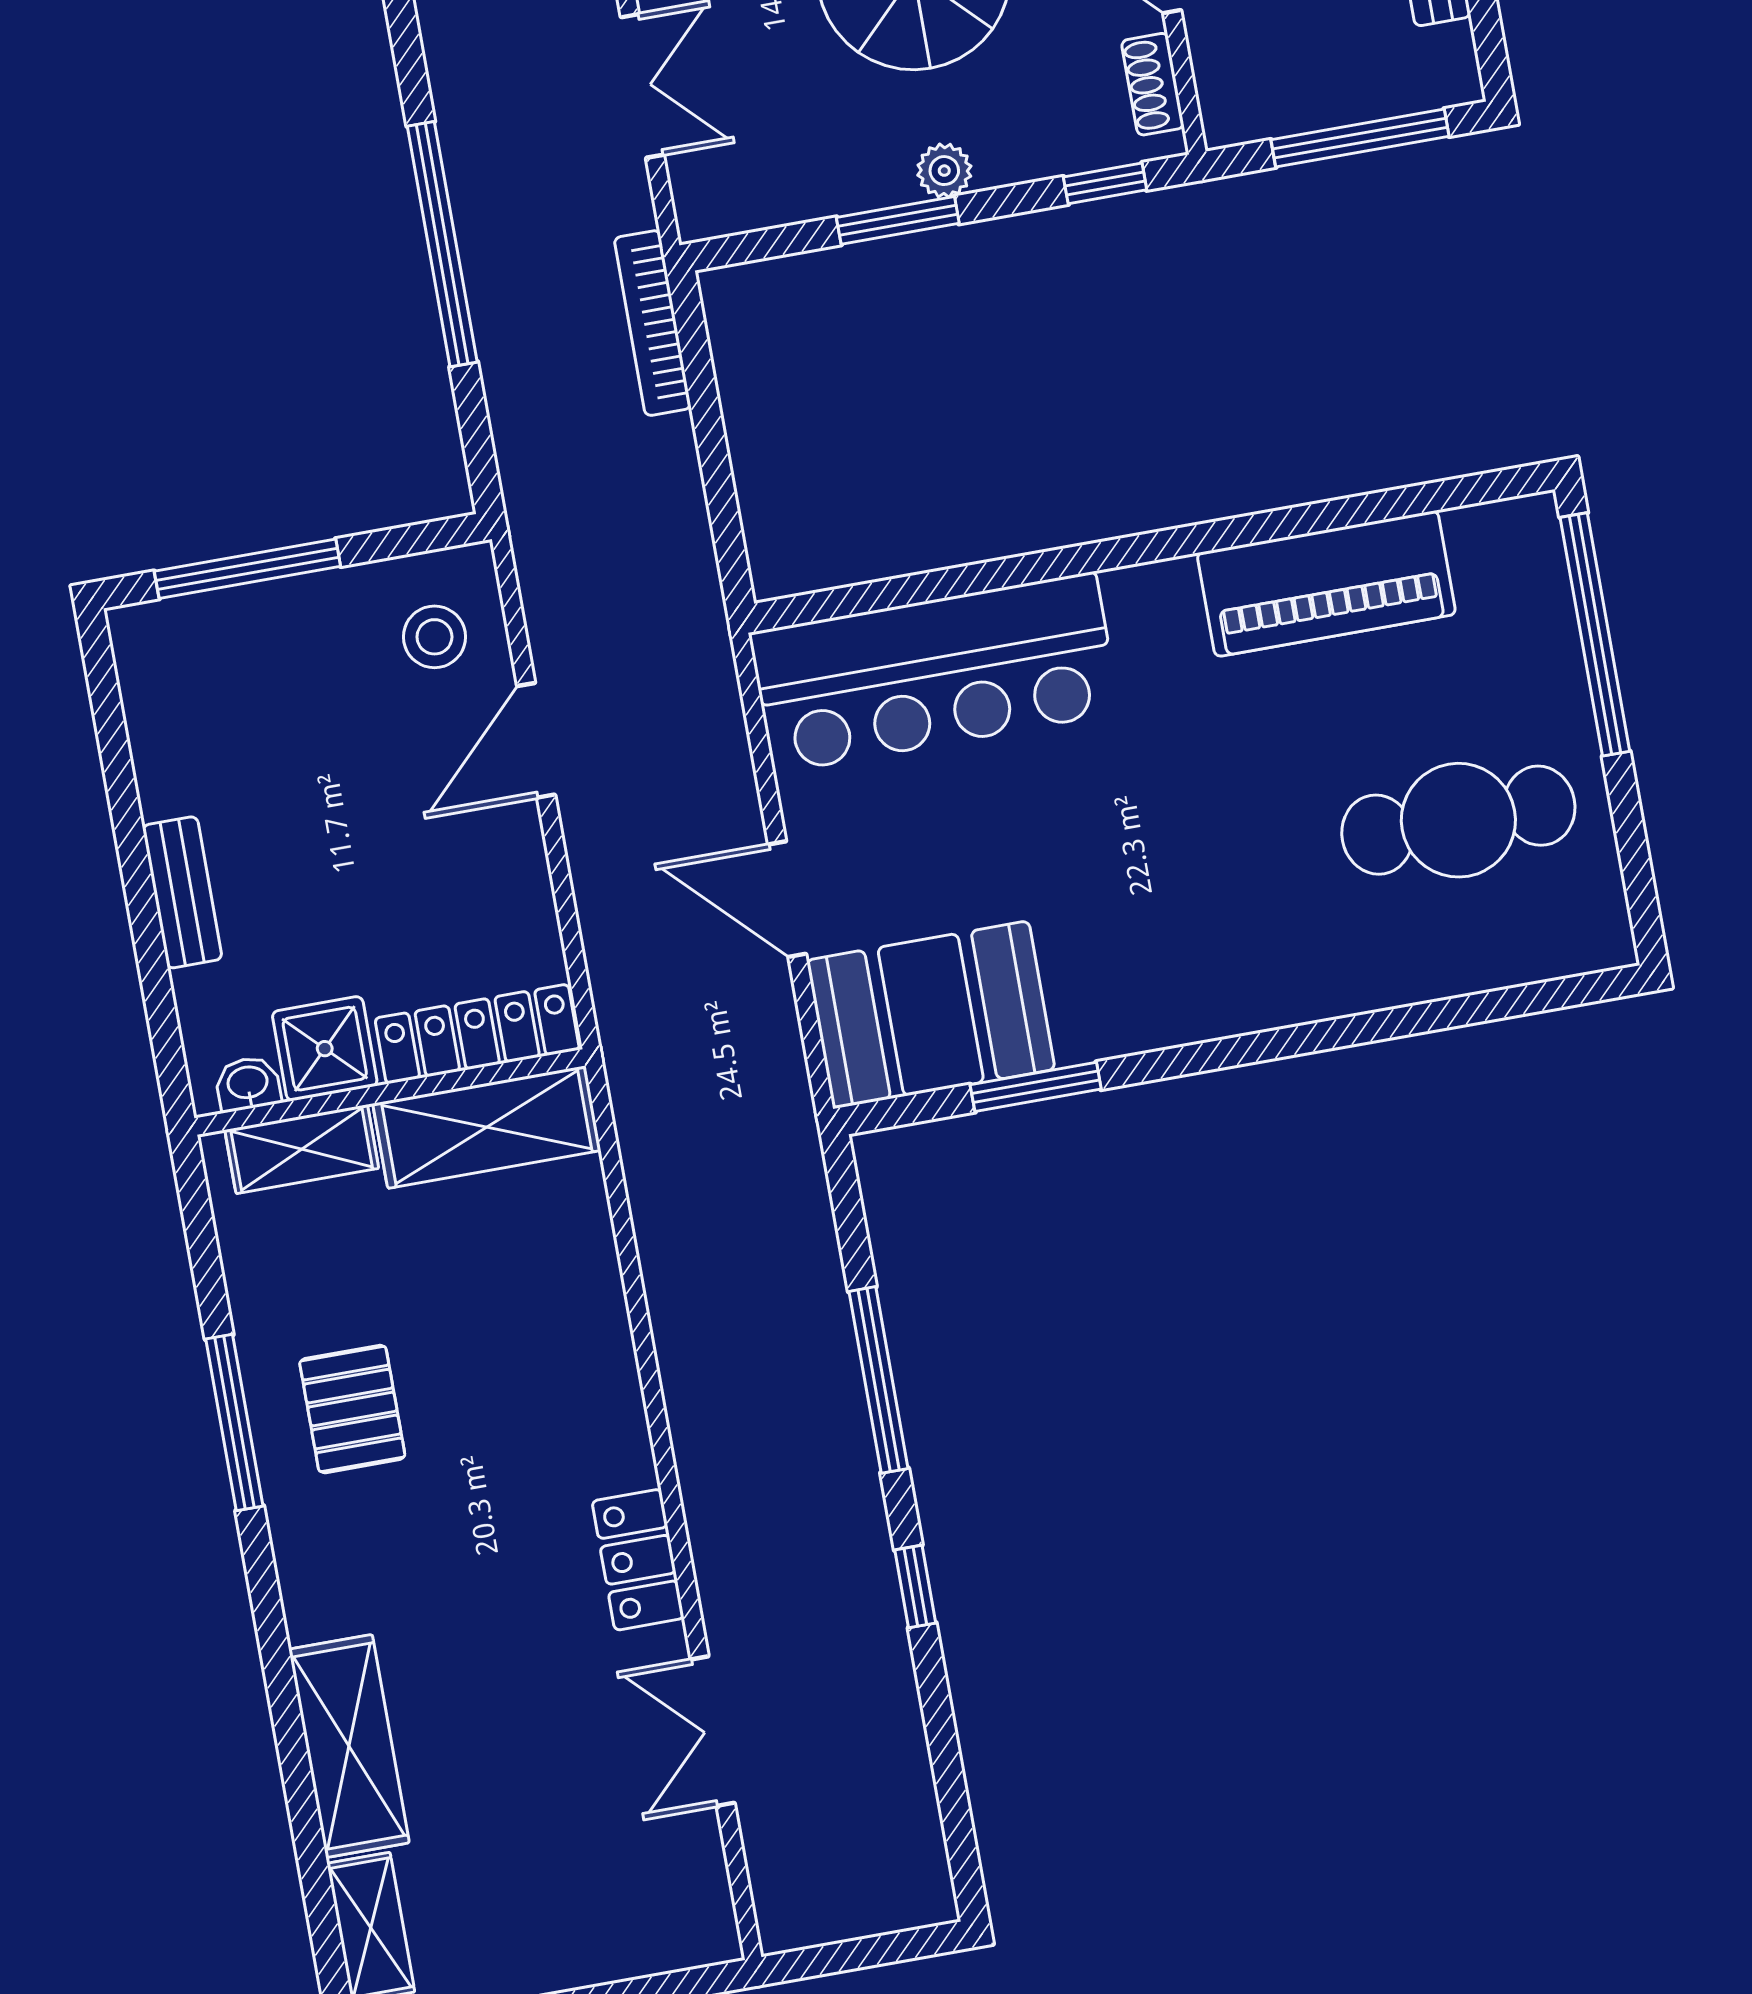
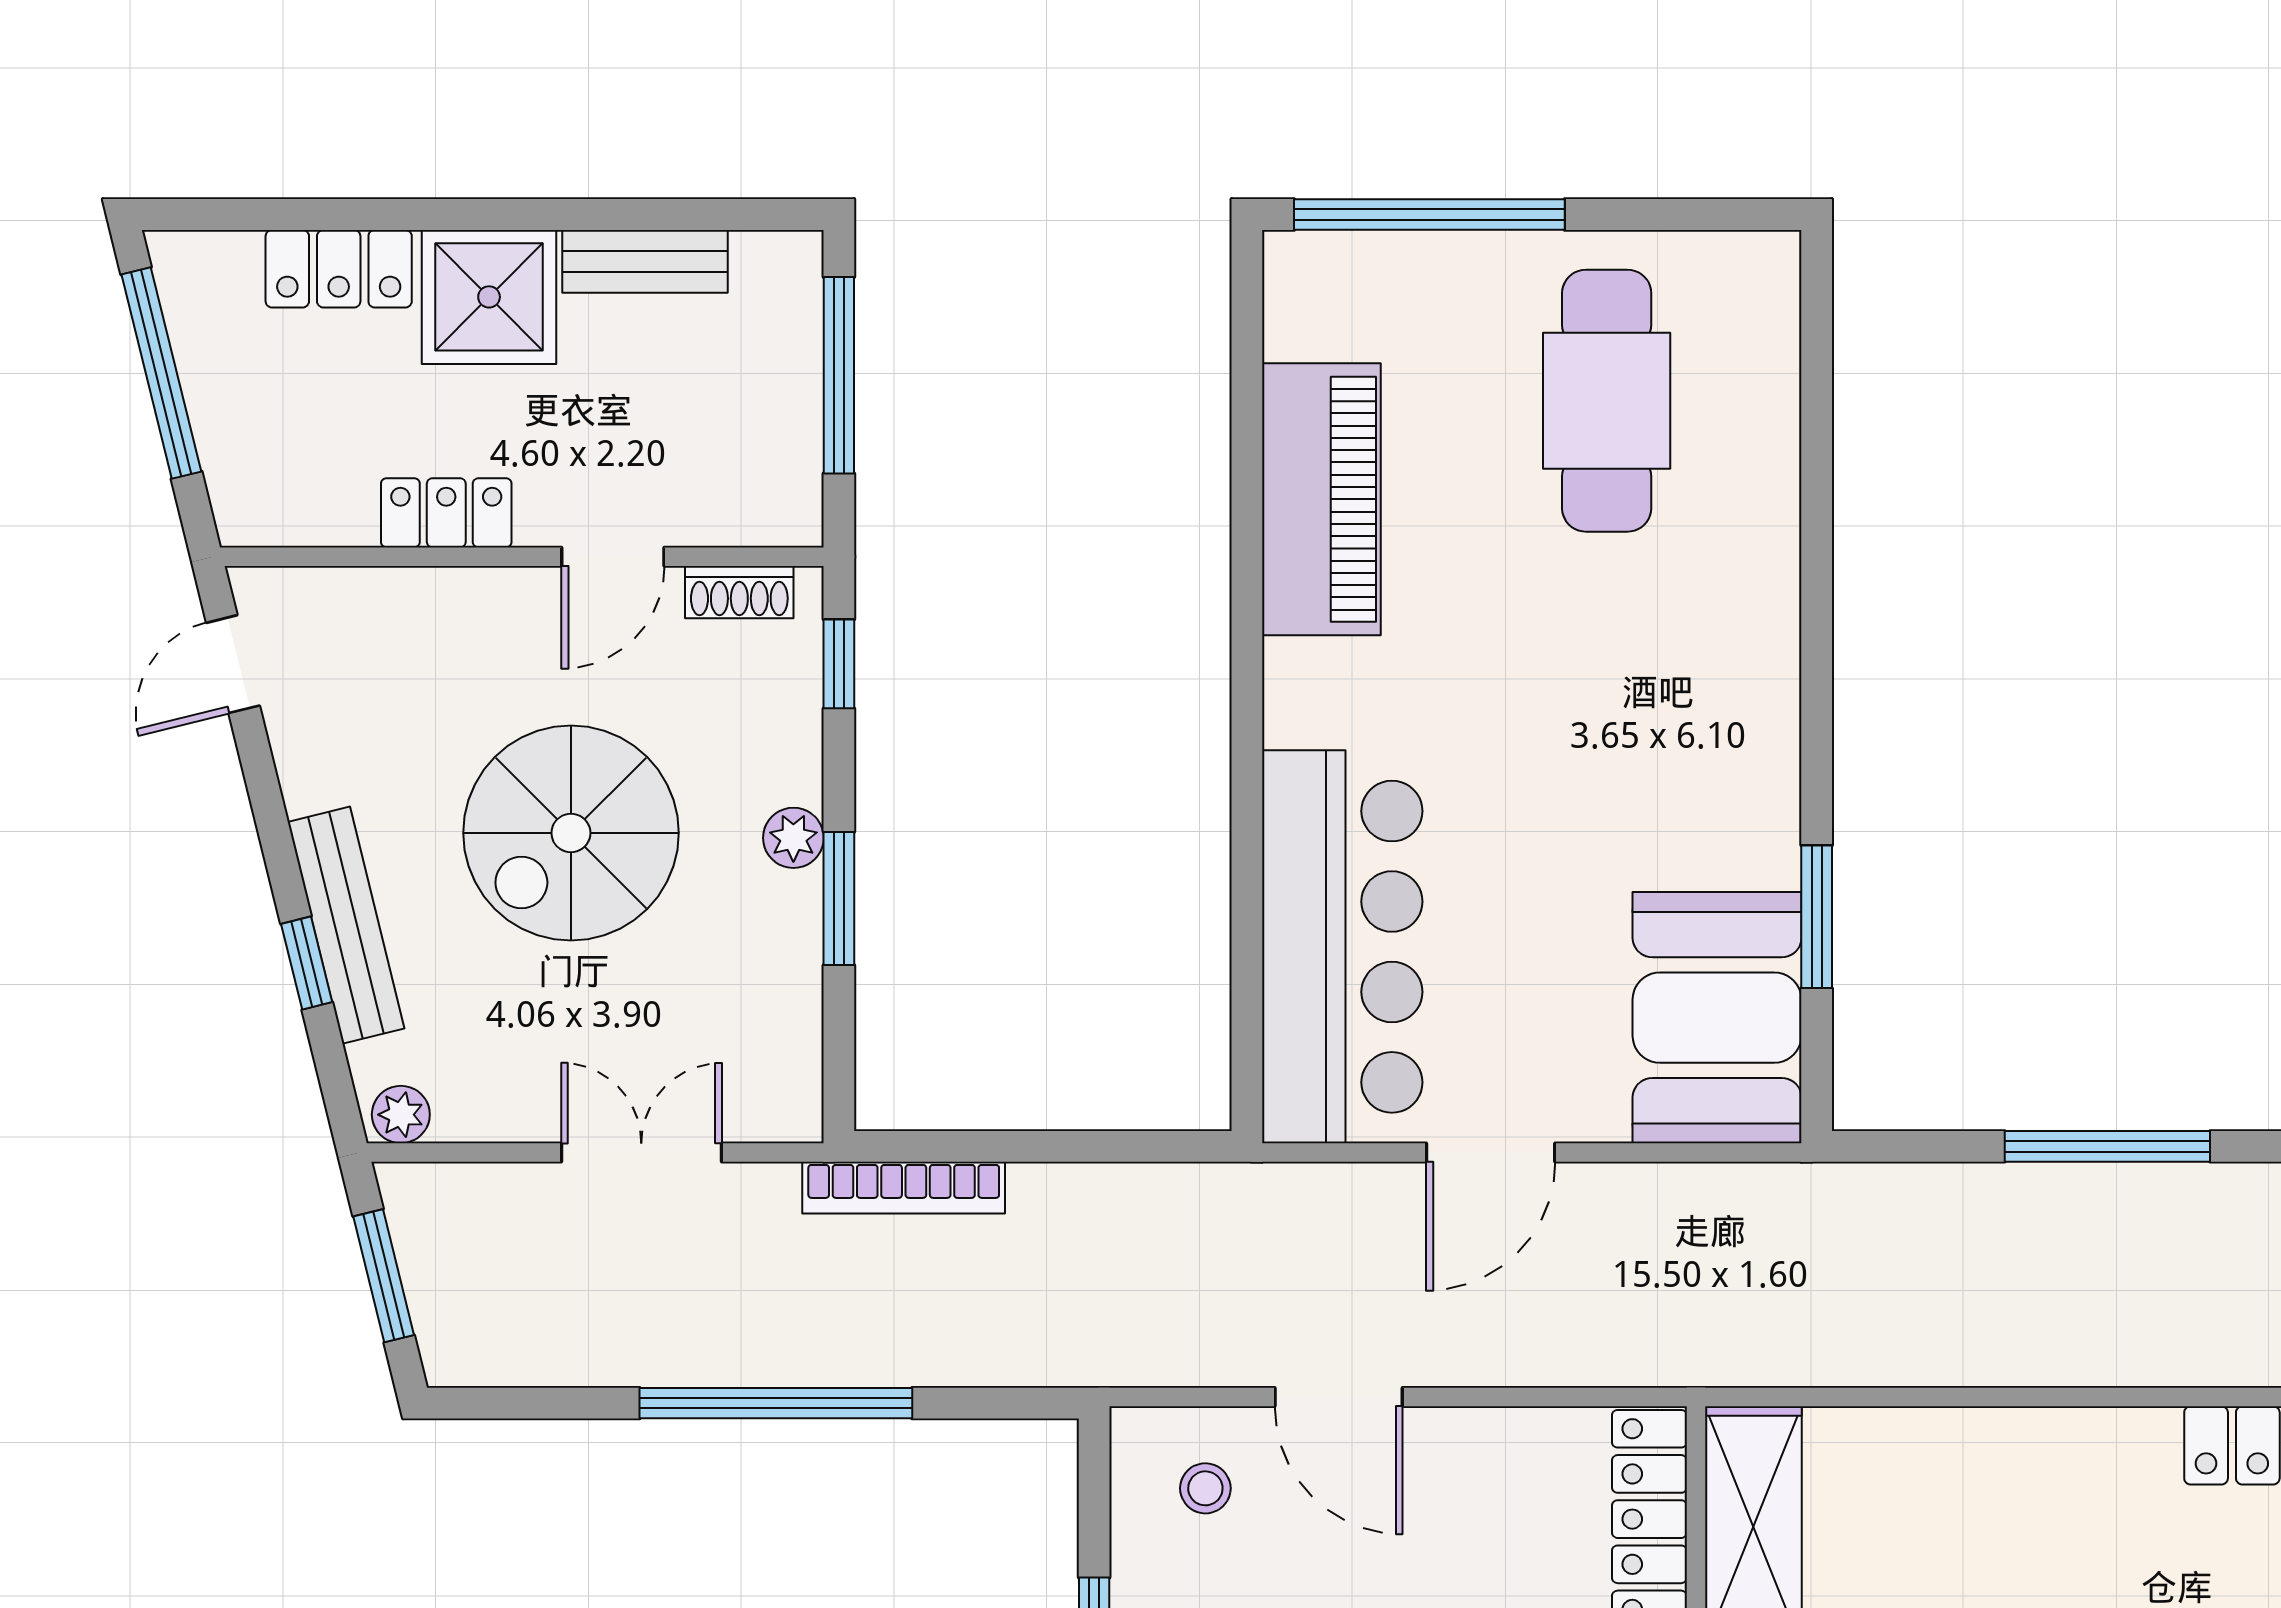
stool: (434, 637) -> (1205, 1488), width x0.73, depth x0.73
door: (787, 899) -> (1491, 1153), moved

